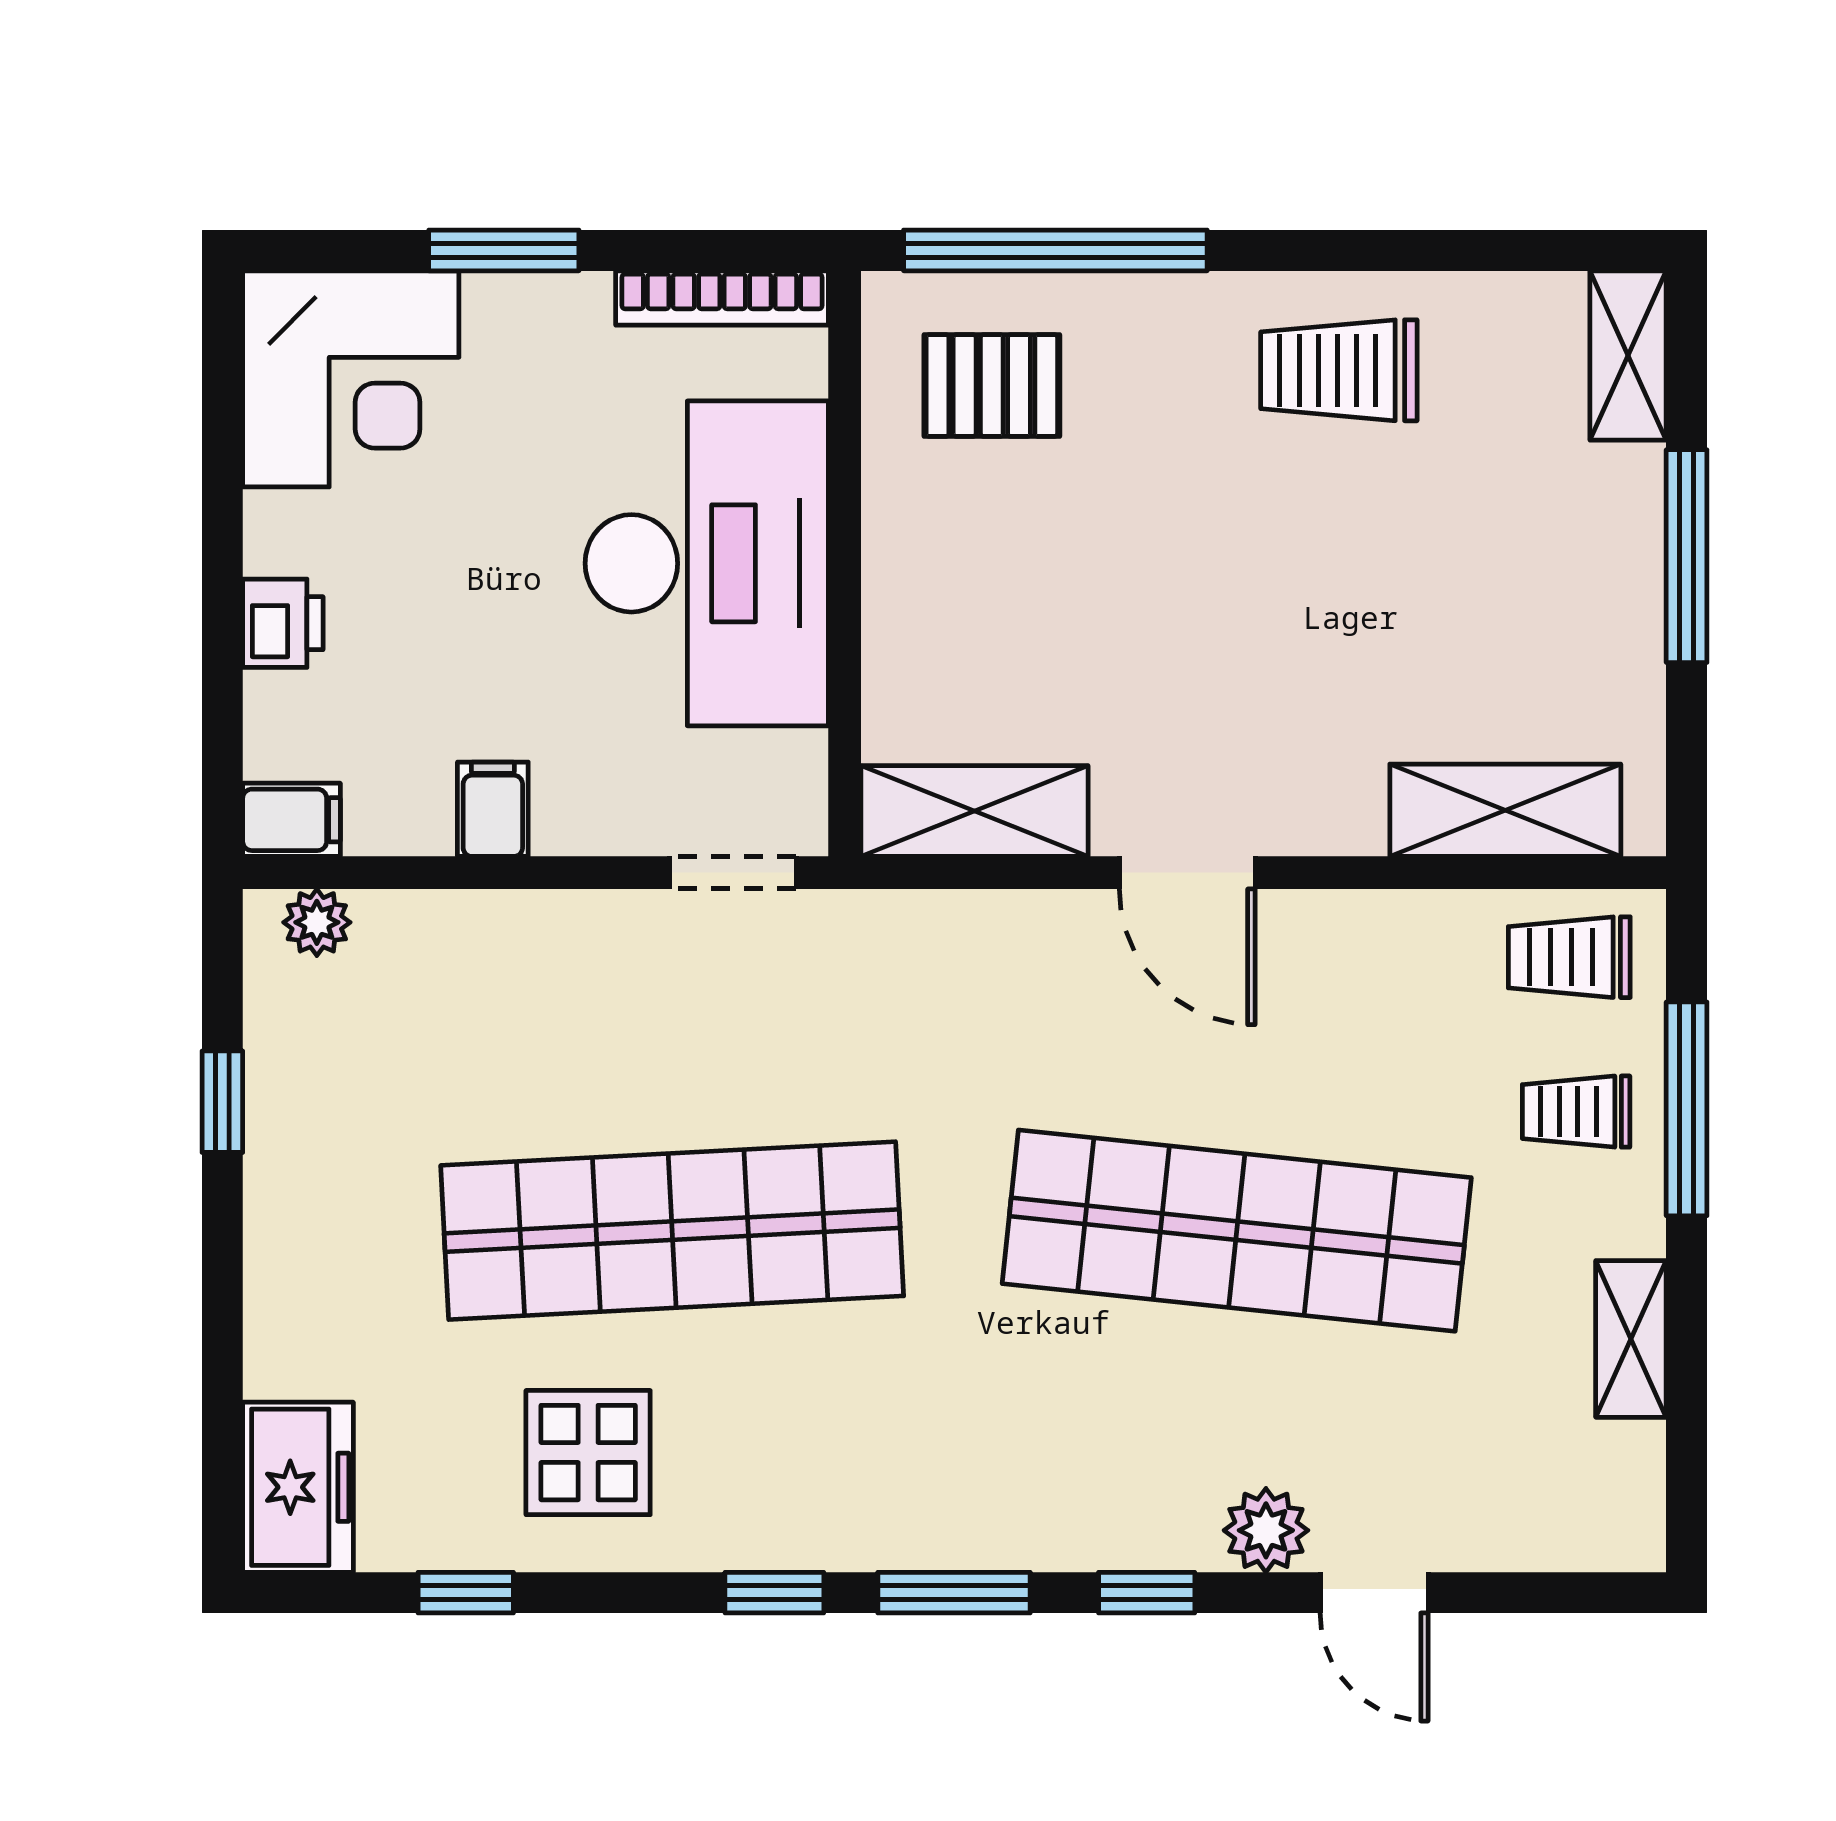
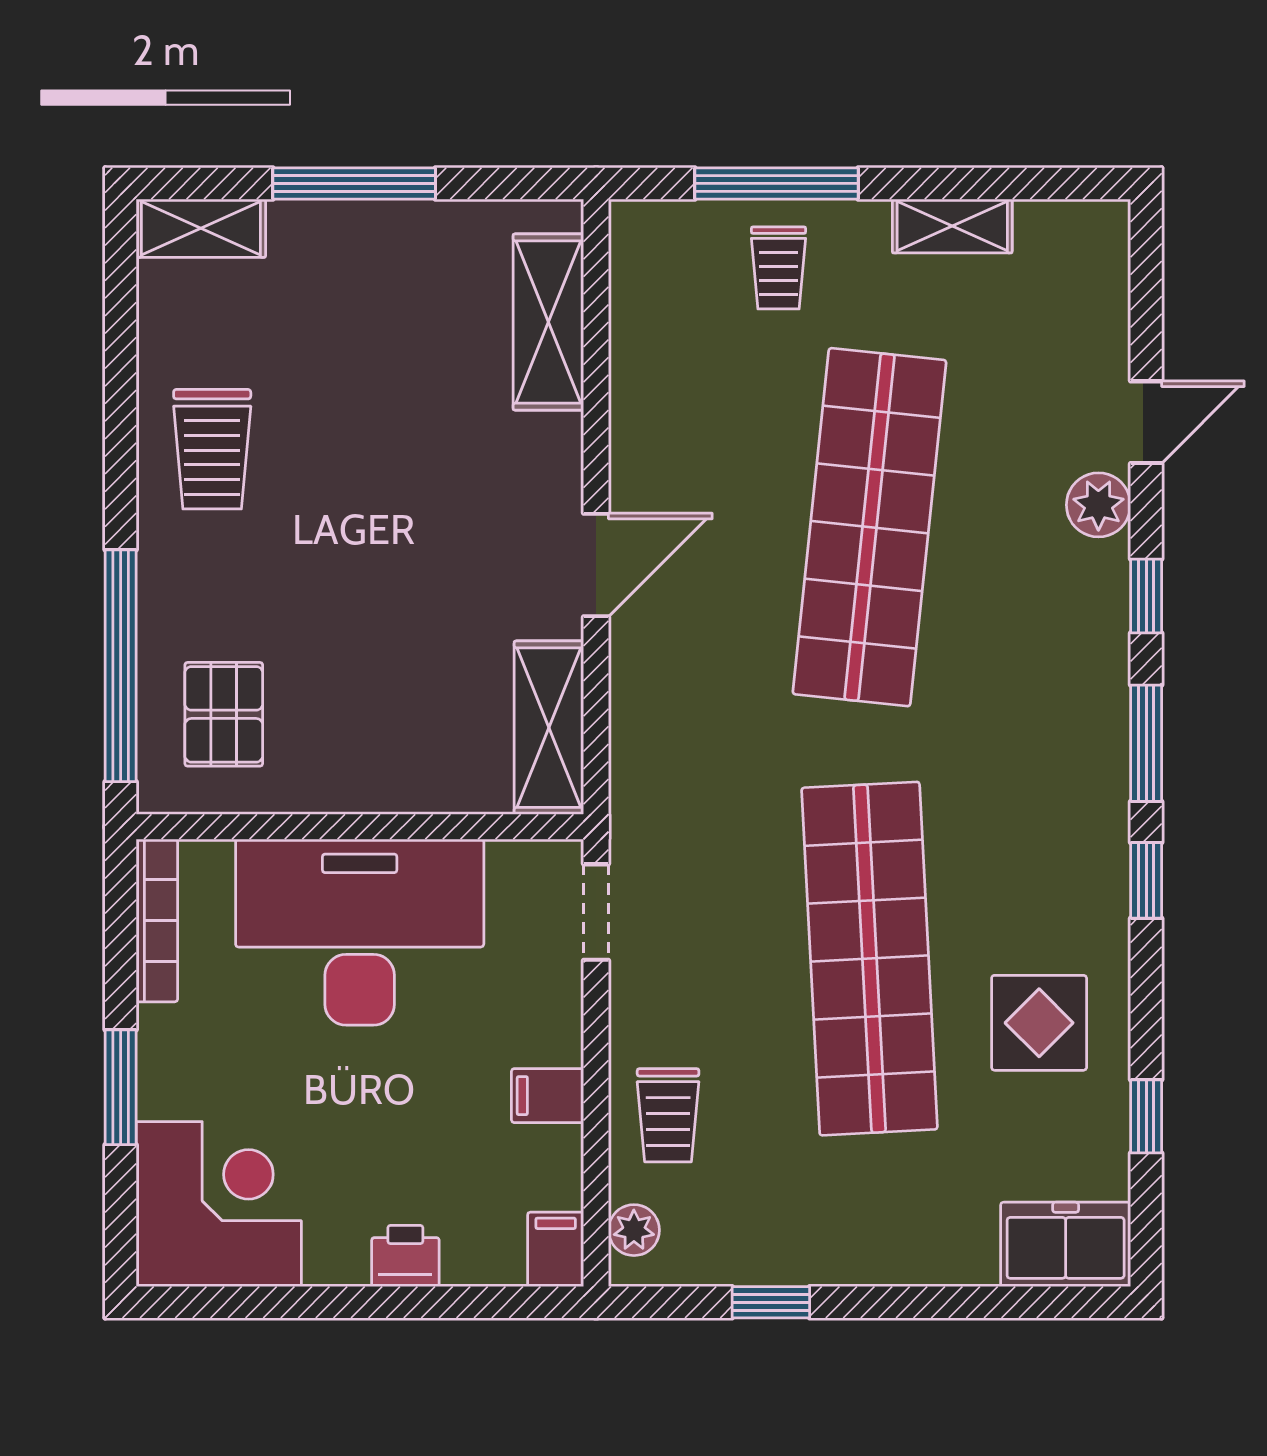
trolley: (1569, 957) -> (668, 1115), moved

